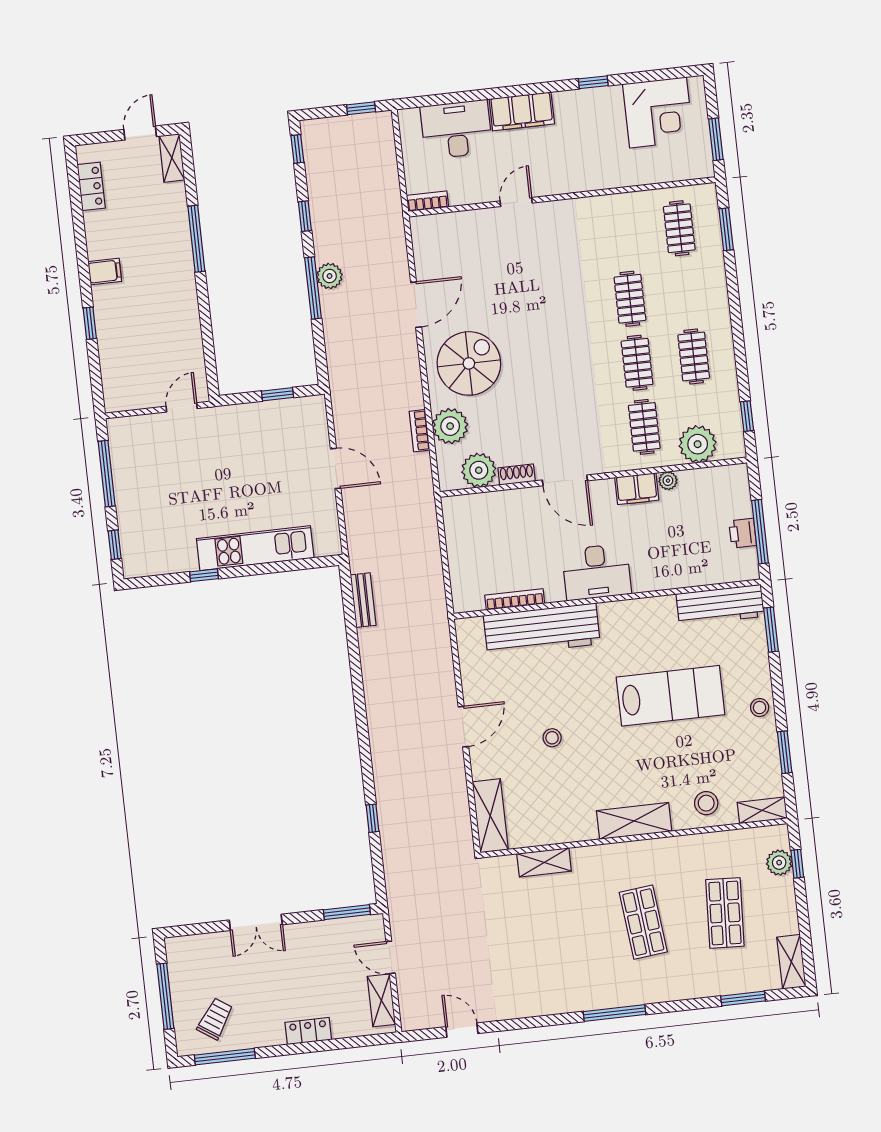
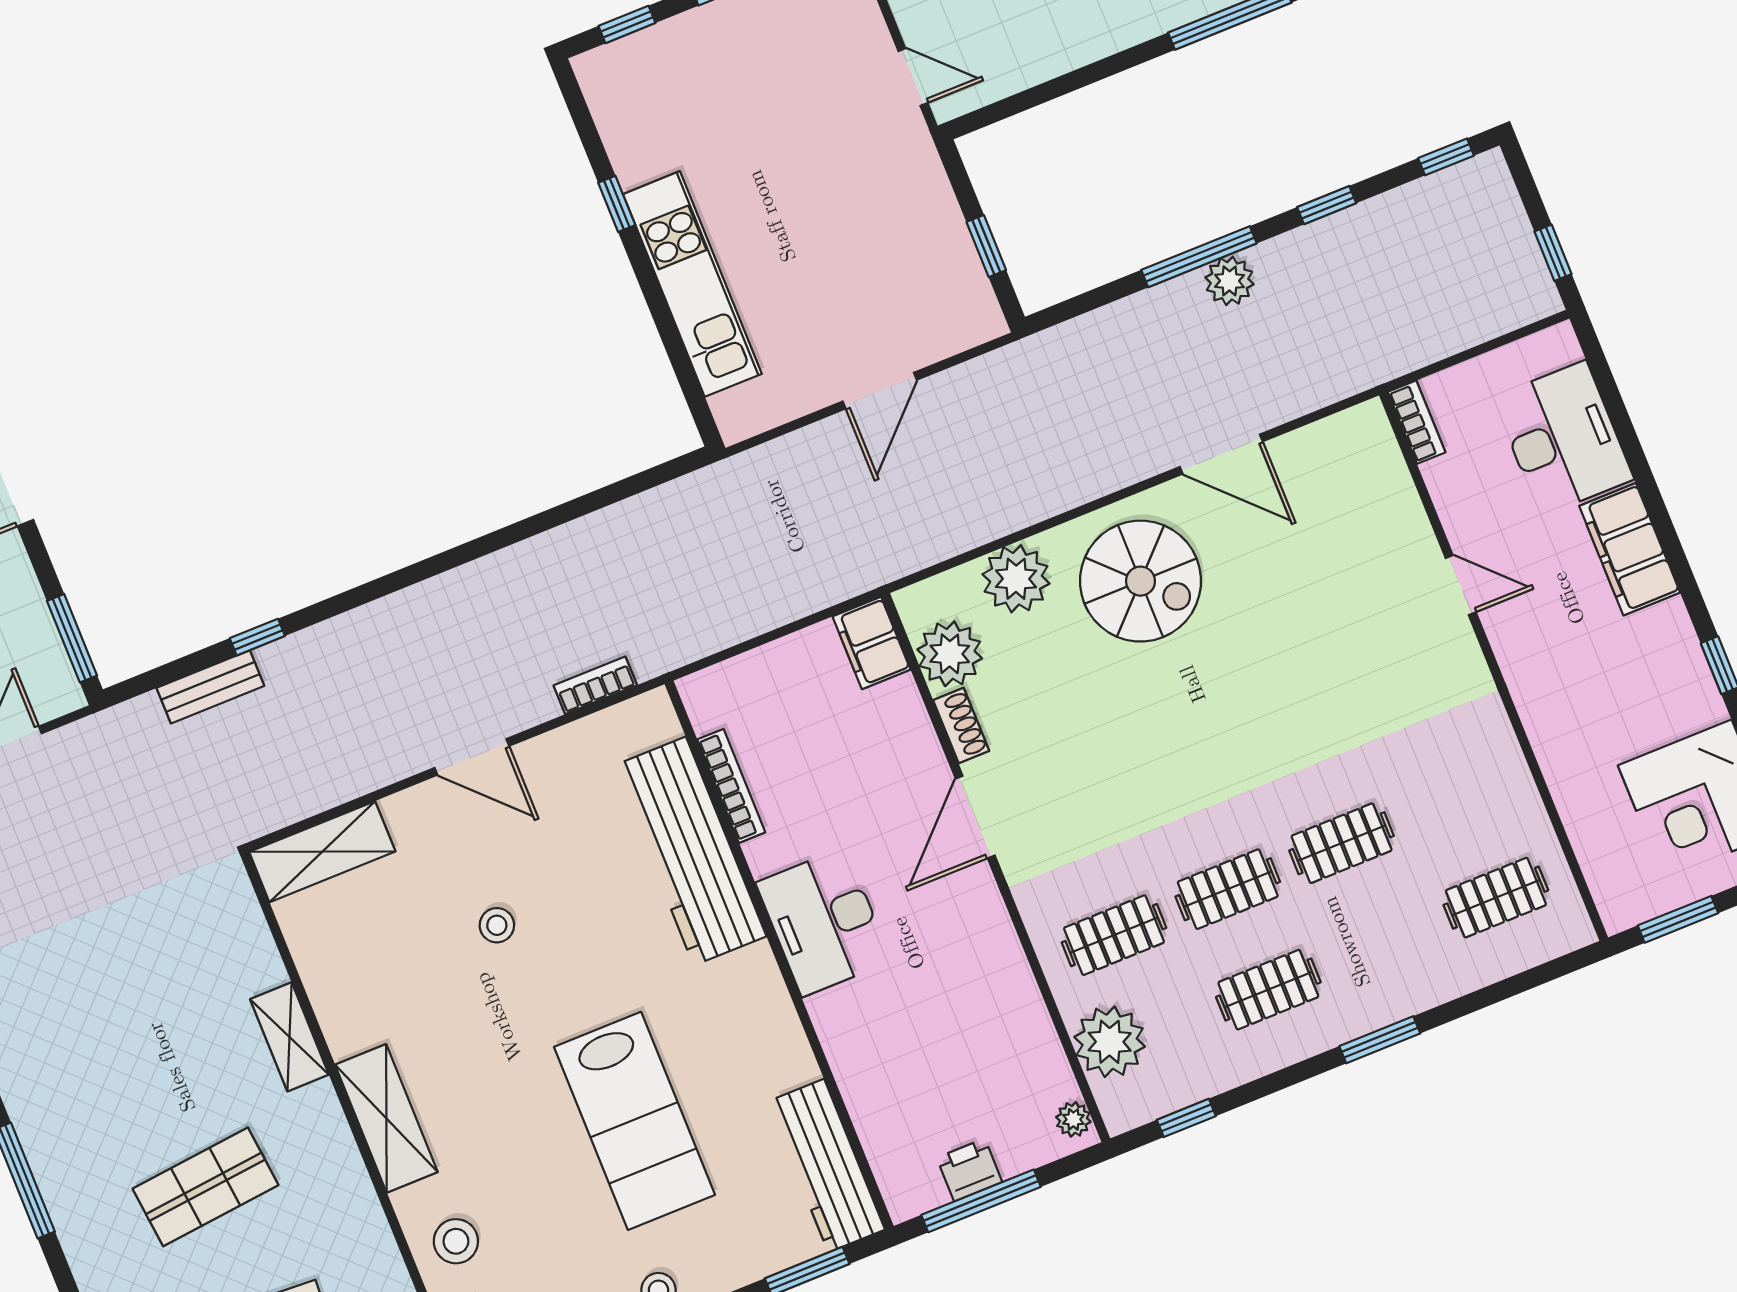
window: (726, 229) -> (1380, 1040), moved
bookcase: (420, 431) -> (595, 685), moved
plant: (668, 481) -> (1073, 1119), moved
filing cabinet: (637, 489) -> (872, 643), moved
bench: (363, 600) -> (210, 687), moved
shelving: (544, 862) -> (289, 1037), moved

